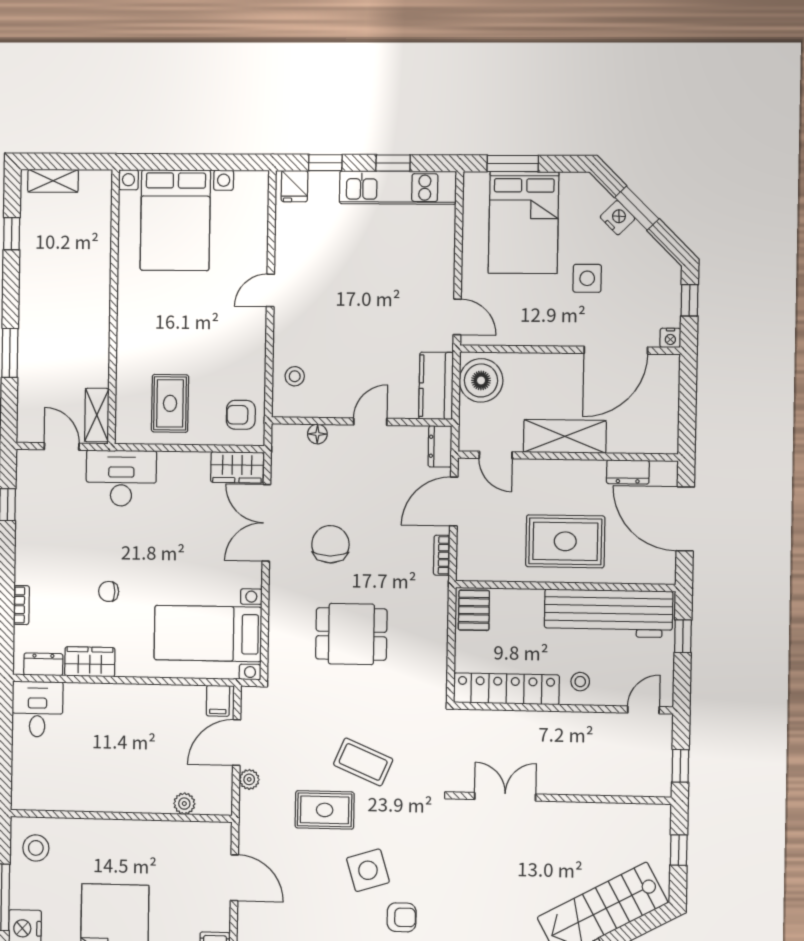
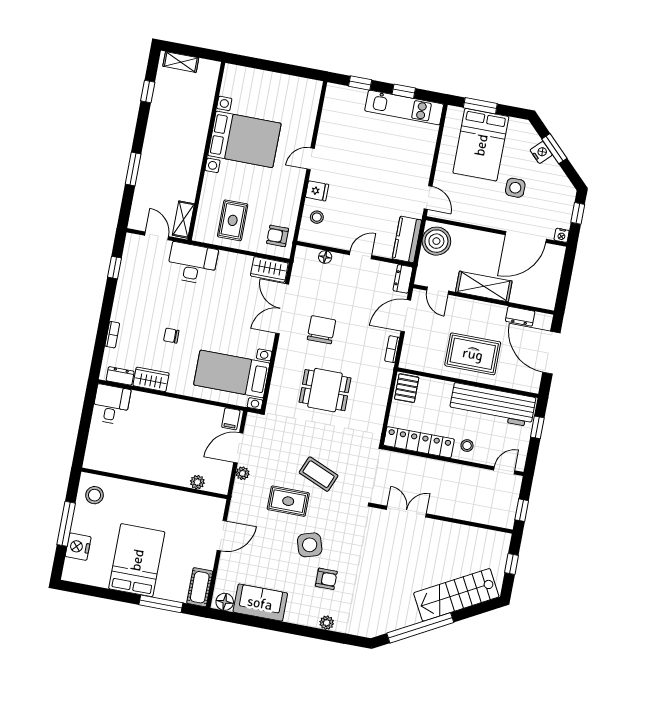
fridge: (294, 186) -> (317, 191), moved, turned -90
bed with nightstands: (175, 220) -> (244, 139), moved, turned -90
door: (234, 878) -> (222, 536), hinge flipped

